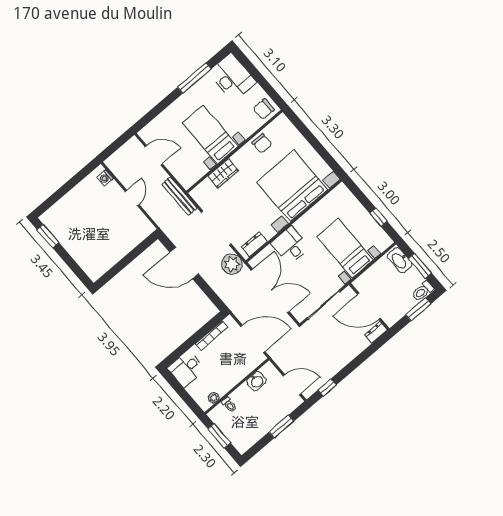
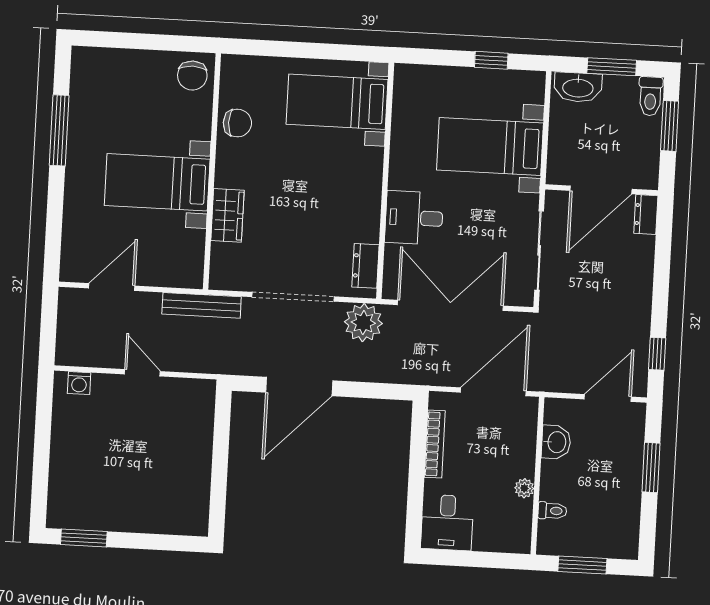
desk: (232, 77) -> (108, 77), removed
bed with nightstands: (292, 186) -> (337, 102), width x0.54
plant: (214, 398) -> (524, 488), moved

